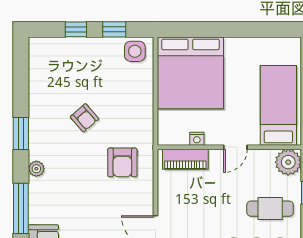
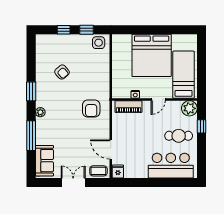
bed: (190, 73) -> (152, 55), moved
armchair: (84, 118) -> (62, 72), moved

